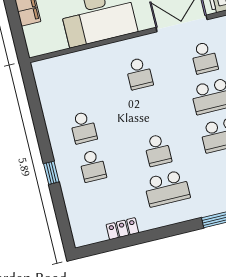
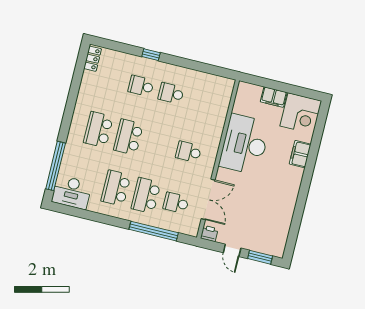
school desk: (158, 150) -> (128, 137), width x1.85
locker: (122, 229) -> (93, 59), moved

